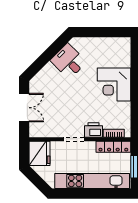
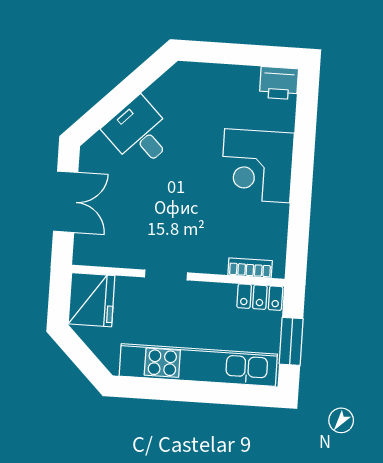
desk: (68, 61) -> (139, 133), moved
printer: (93, 130) -> (279, 83), moved, turned 180
locker: (113, 147) -> (260, 297), width x0.66

